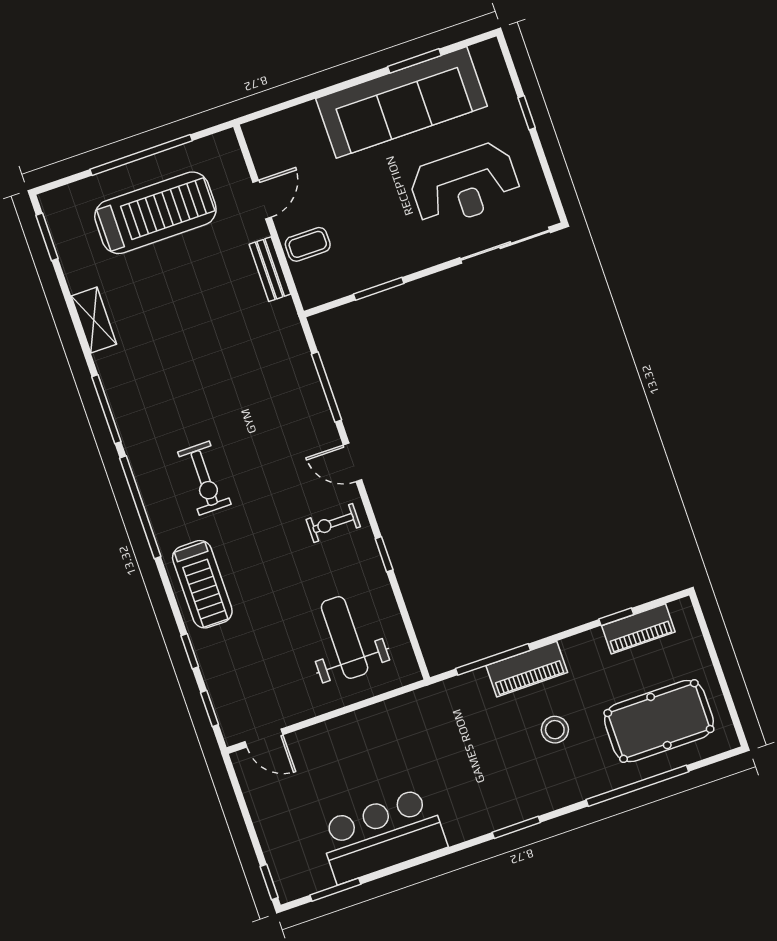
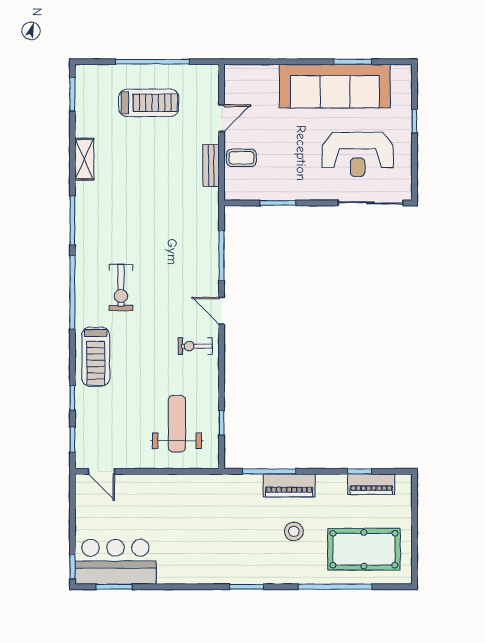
treadmill: (155, 213) -> (149, 103), width x0.73, depth x0.73
window: (384, 554) -> (222, 423), moved
bar counter: (382, 835) -> (115, 562), moved

